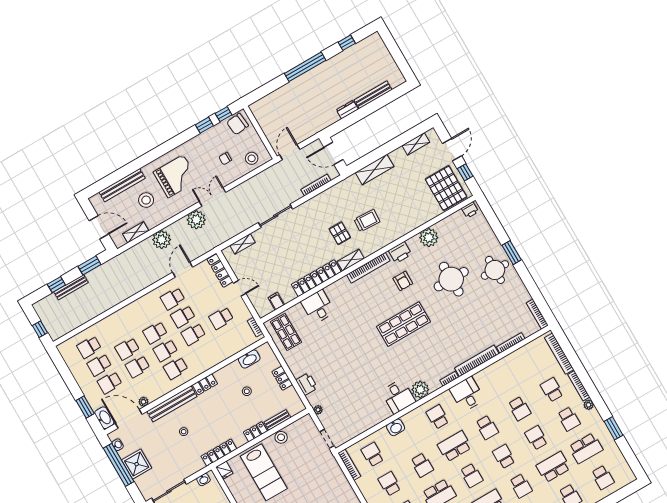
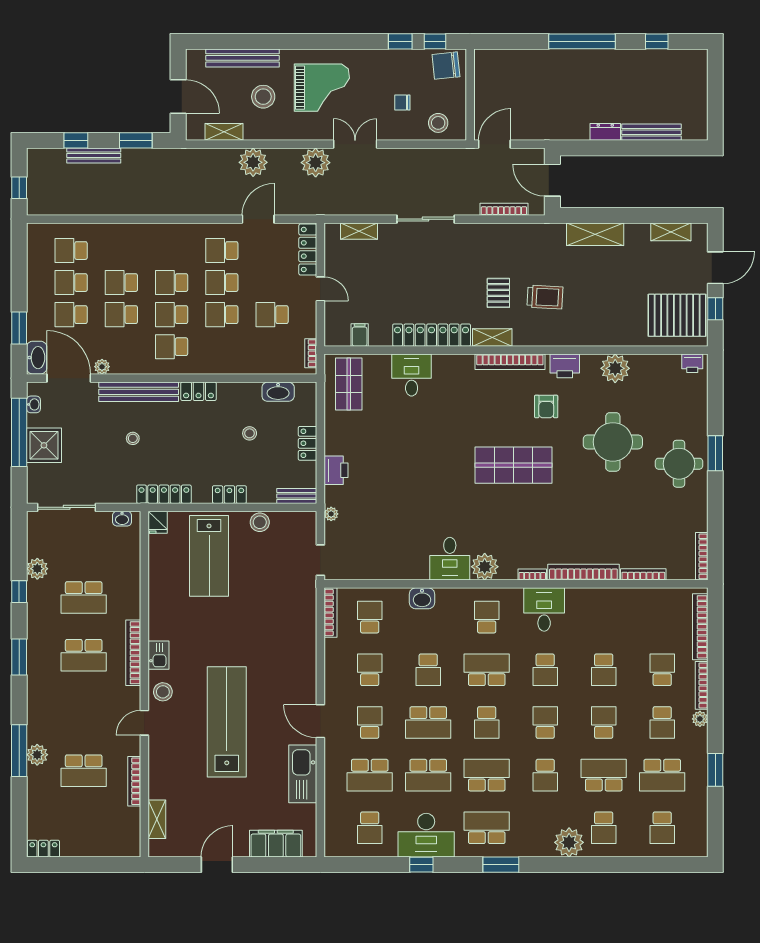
pallet: (446, 188) -> (677, 315), turned 90
bench: (277, 420) -> (297, 496), moved

